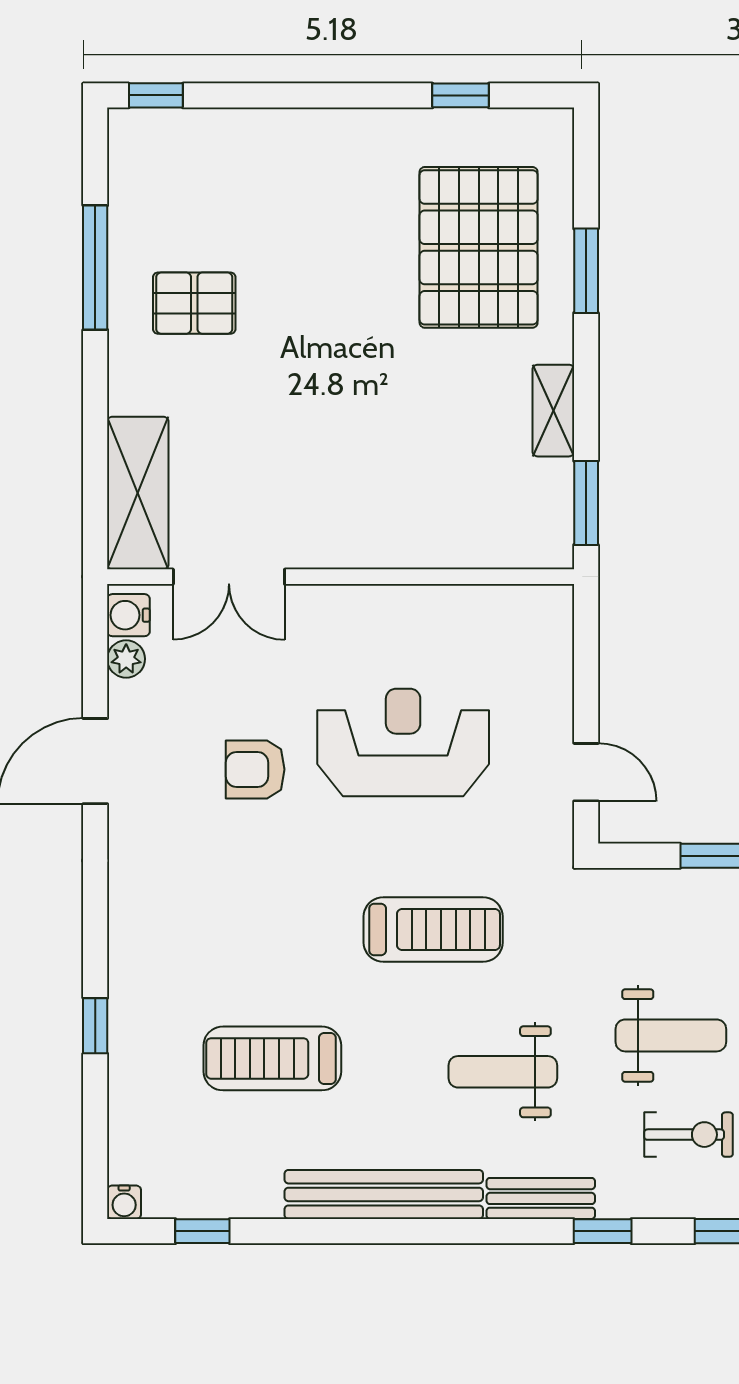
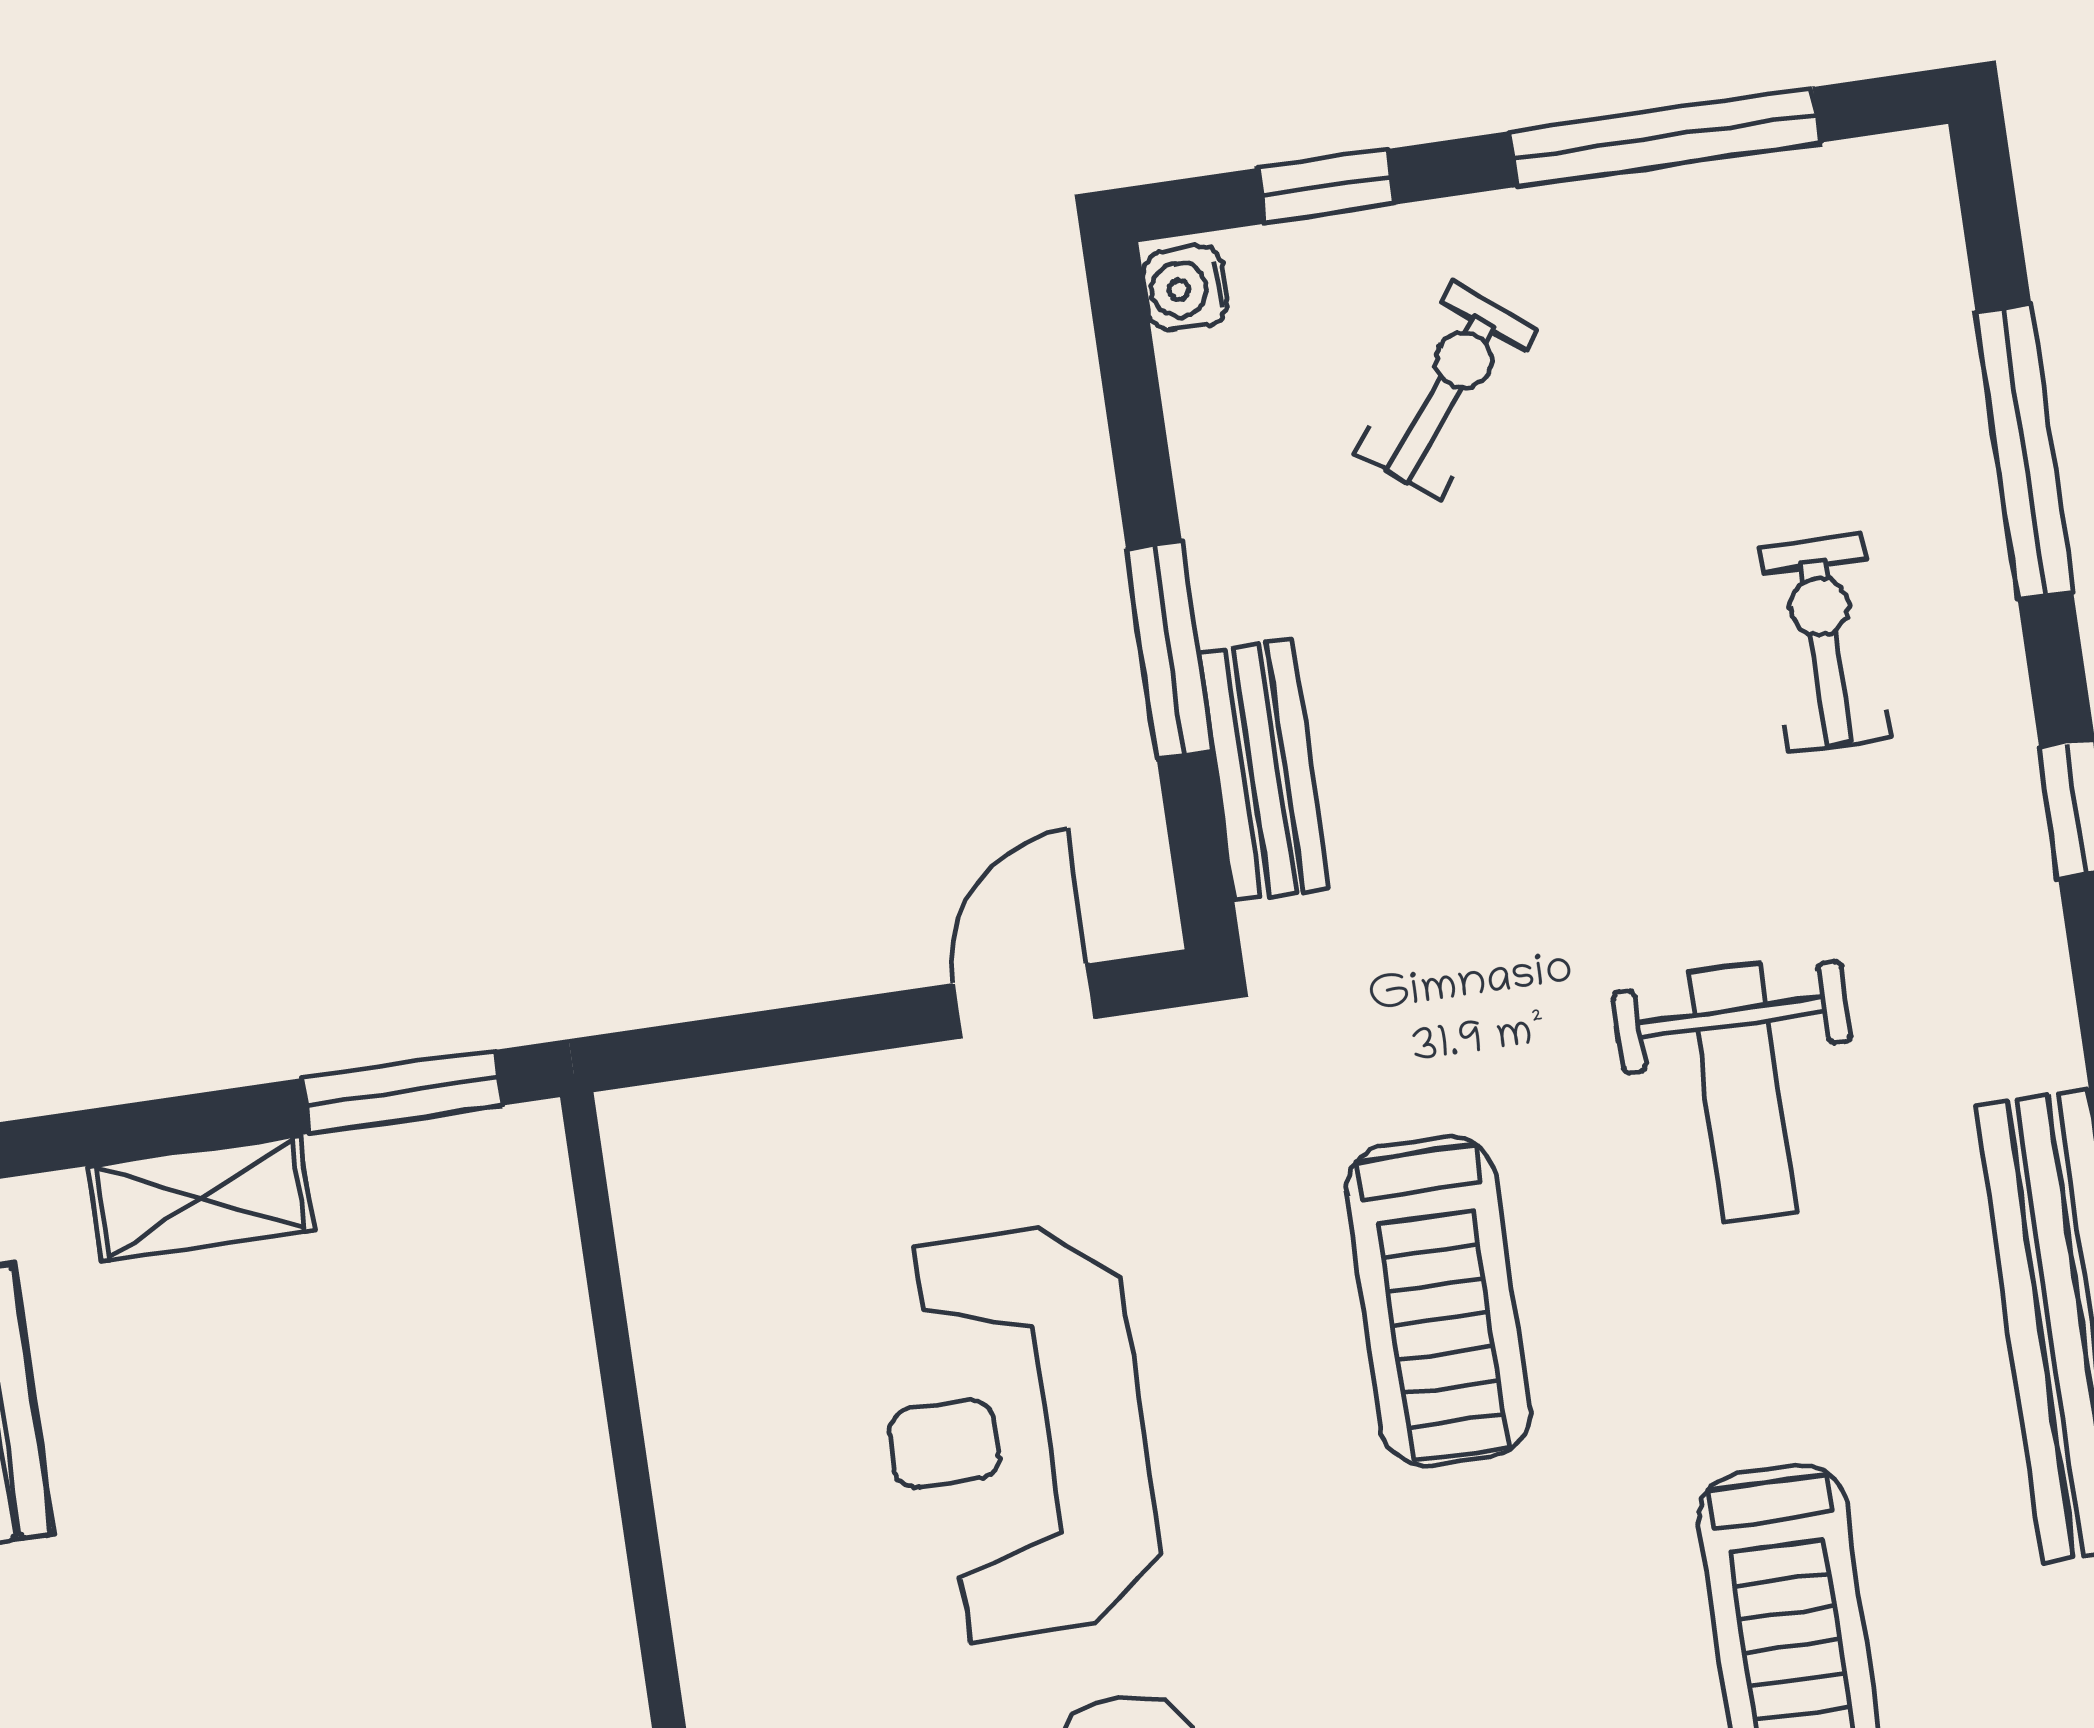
treadmill: (433, 929) -> (1438, 1301), turned 180
weight bench: (671, 1035) -> (1602, 717), removed
bench: (541, 1198) -> (1264, 770), moved

